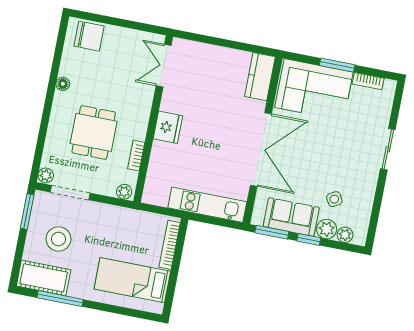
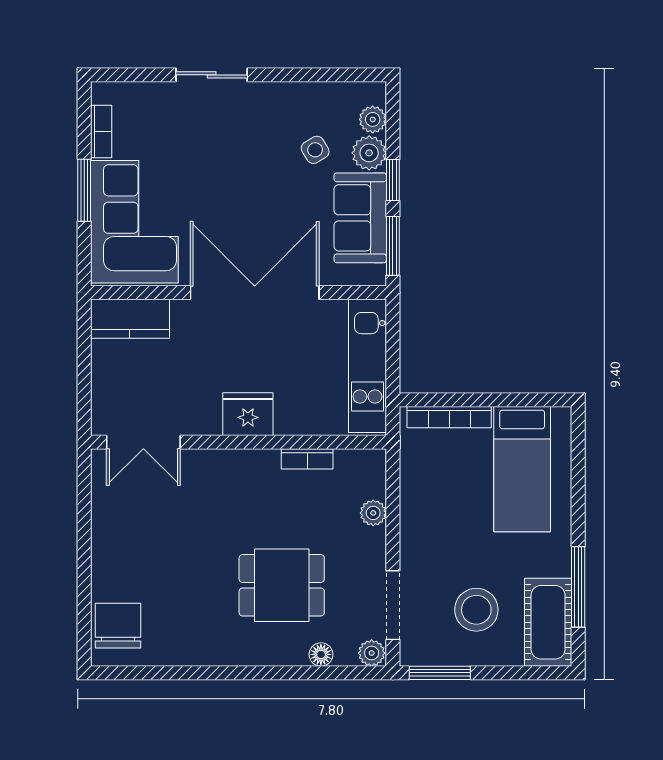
double door: (164, 66) -> (143, 442), moved
floor lamp: (63, 84) -> (321, 654), moved
wall: (153, 119) -> (238, 442), moved
fridge: (168, 127) -> (248, 414), moved
bookcase: (136, 156) -> (307, 459), moved

